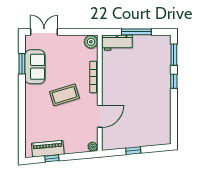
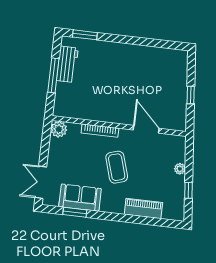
workbench: (117, 43) -> (67, 64), moved
window: (174, 81) -> (116, 38), removed
plant: (93, 147) -> (180, 169), moved
piano: (48, 149) -> (143, 208), moved, turned 95

